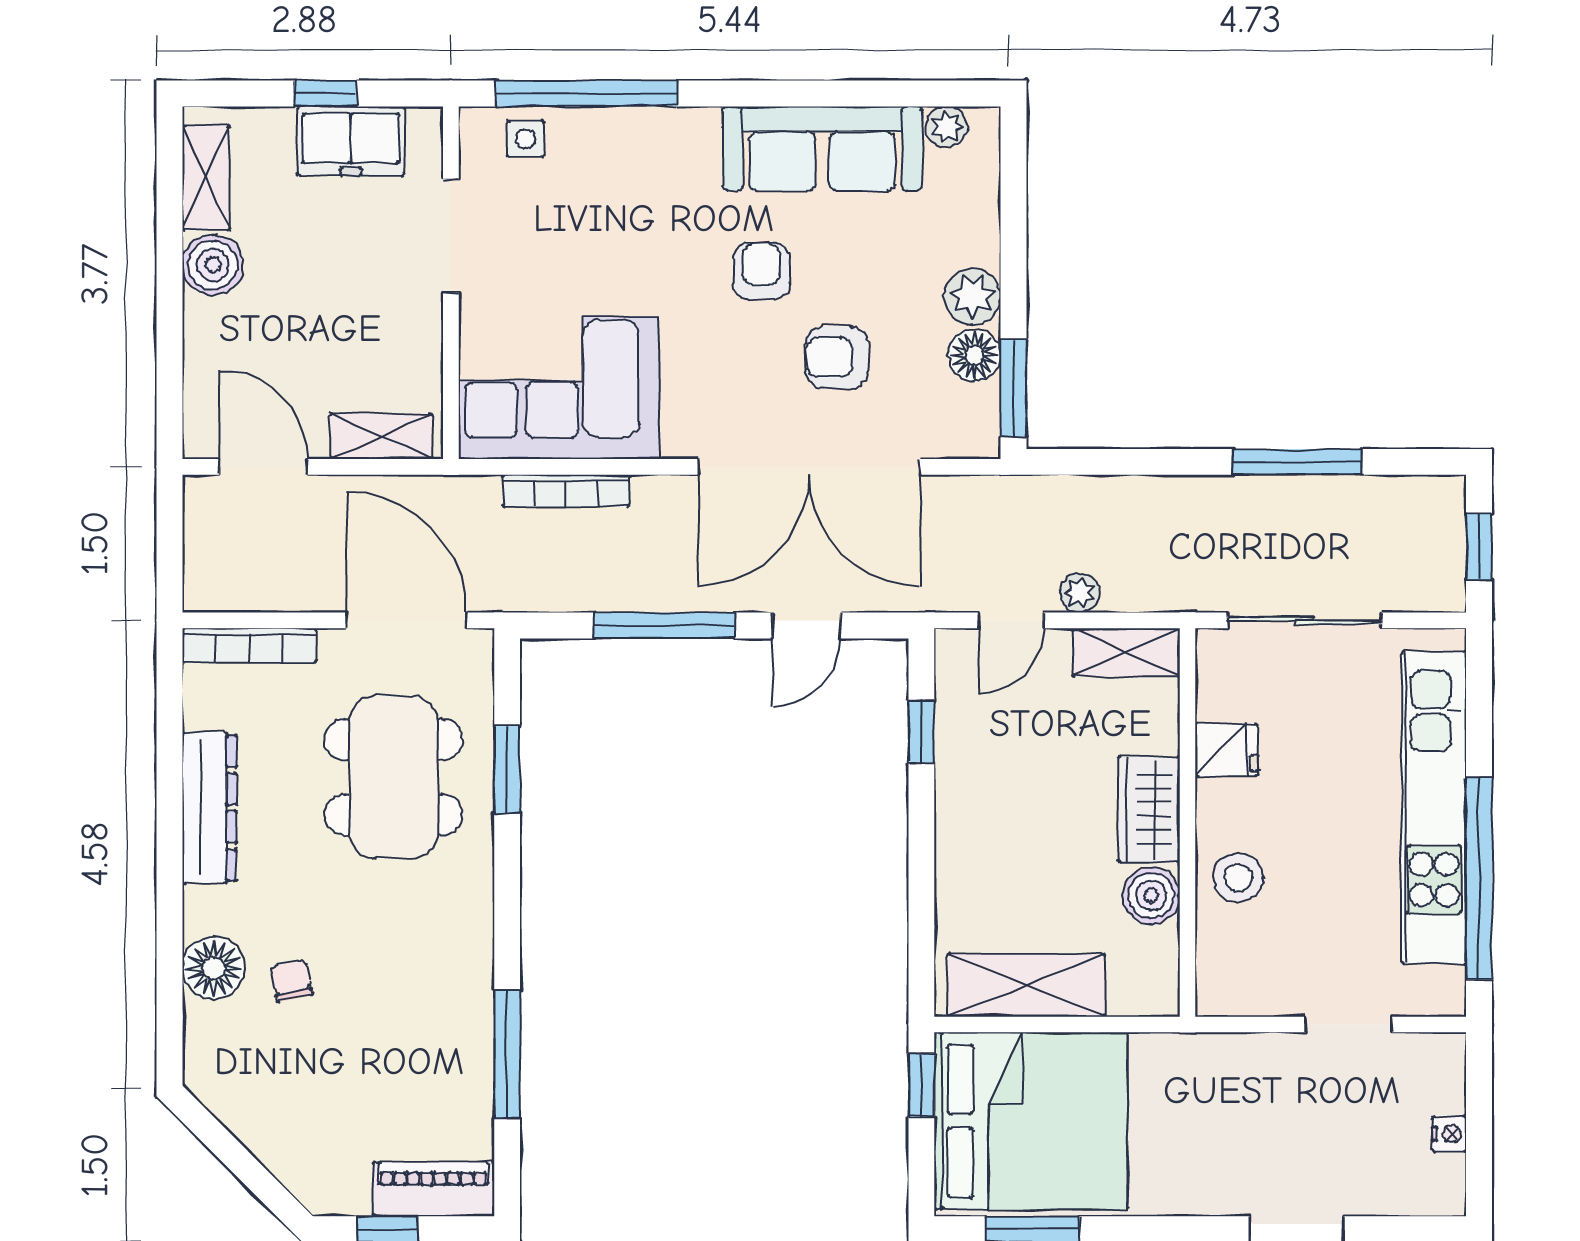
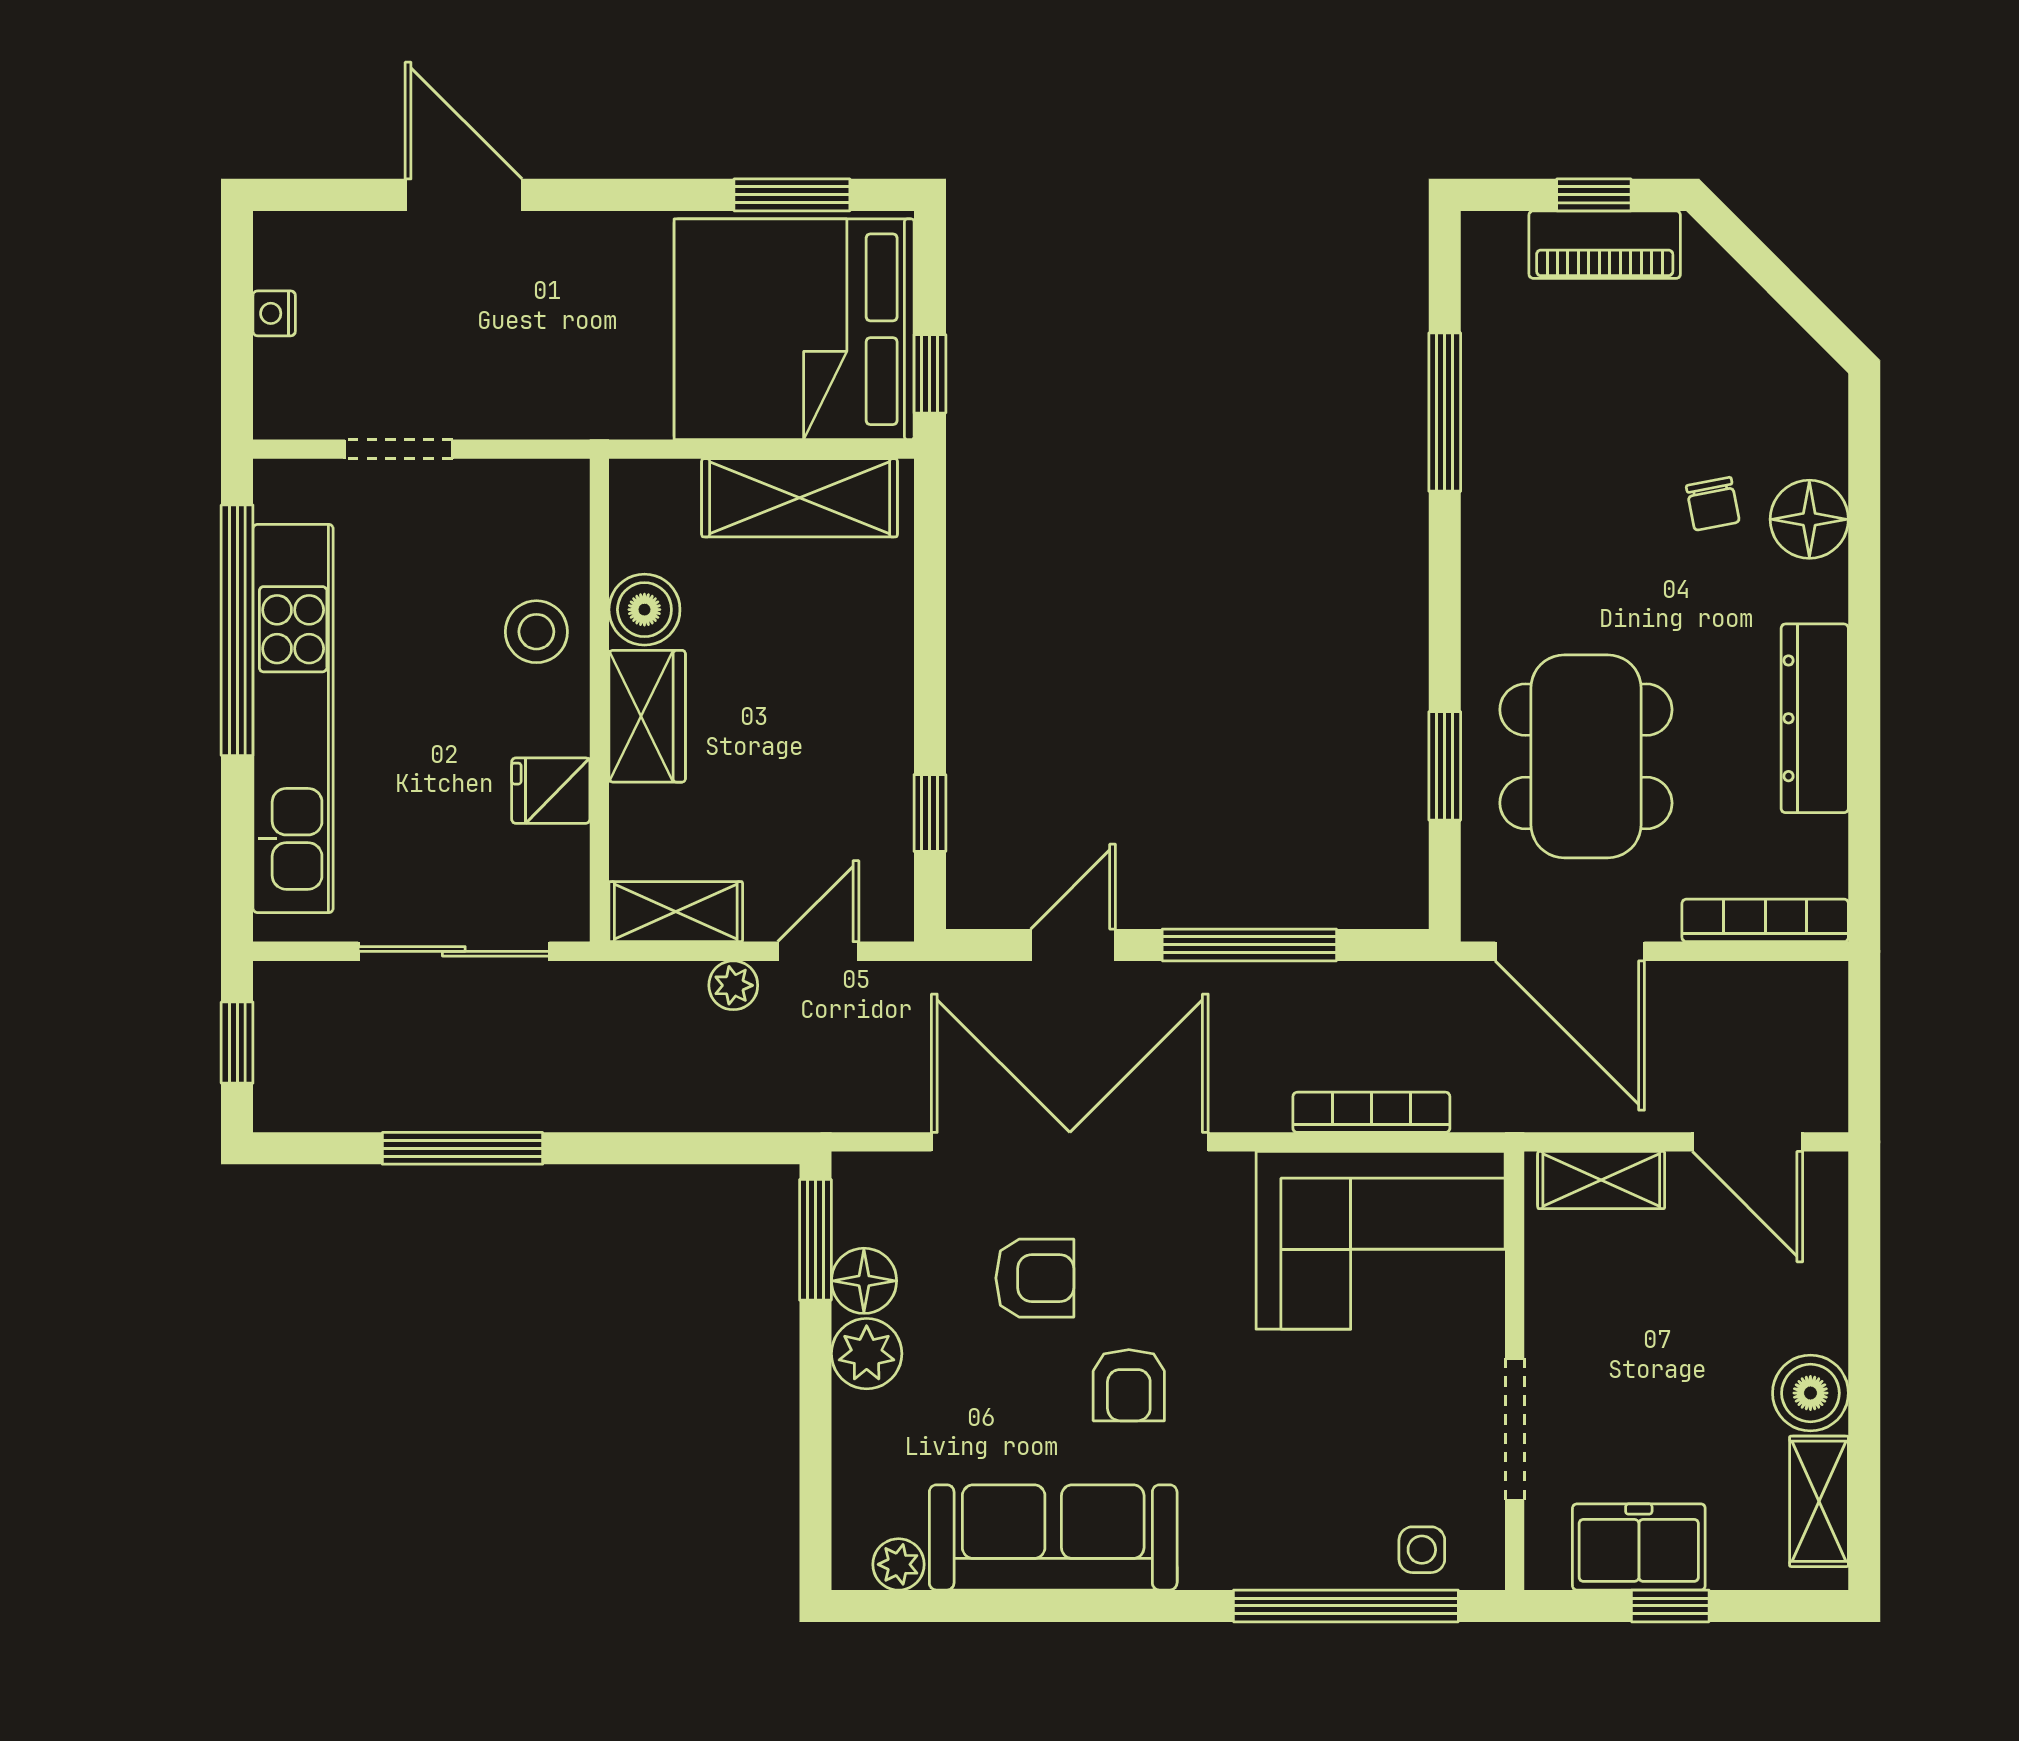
piano: (433, 1189) -> (1605, 245), moved

